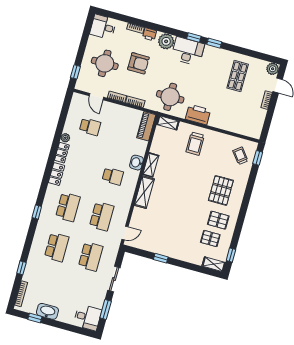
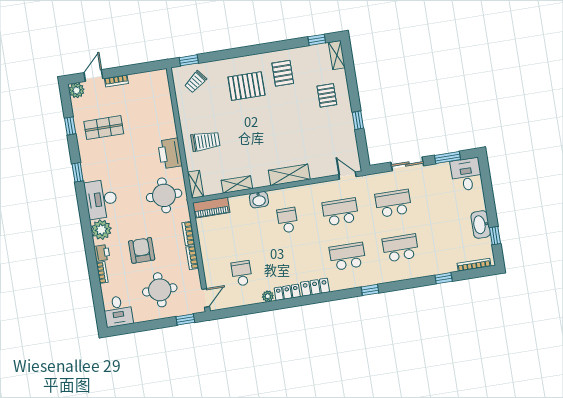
window: (194, 37) -> (70, 126), moved
door: (96, 97) -> (206, 298), moved
shelving: (151, 165) -> (237, 184), moved
pallet: (210, 239) -> (327, 95), moved

